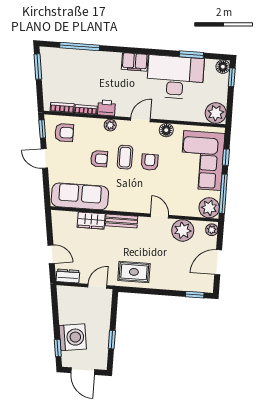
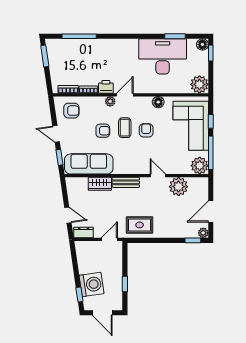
filing cabinet: (135, 62) -> (127, 46), removed
door: (141, 120) -> (125, 95), moved
window: (42, 129) -> (59, 157), moved
plant: (212, 230) -> (203, 233), moved

